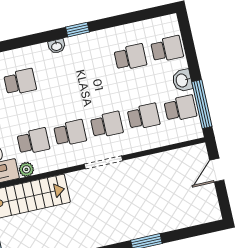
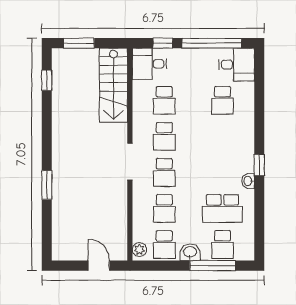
washbasin: (57, 46) -> (248, 181), moved
school desk: (130, 57) -> (222, 208), width x1.85
window: (202, 104) -> (213, 266), moved
plant: (26, 169) -> (139, 250), moved

